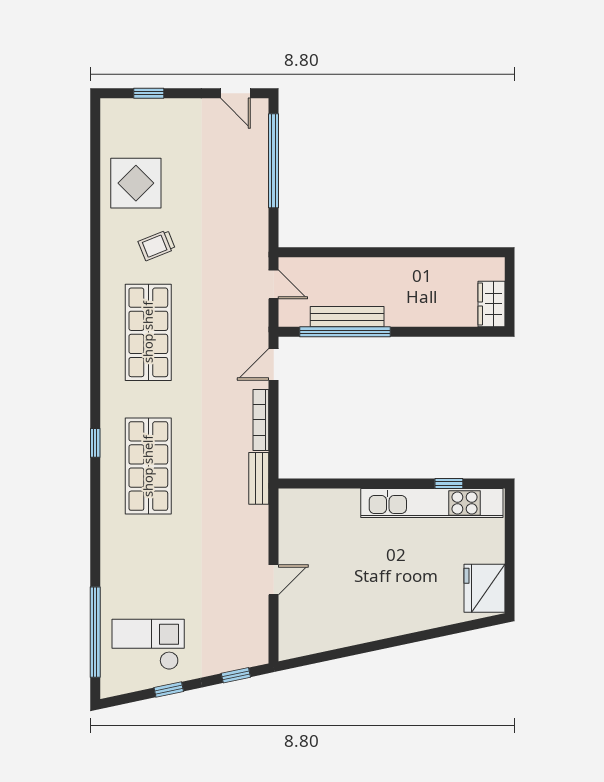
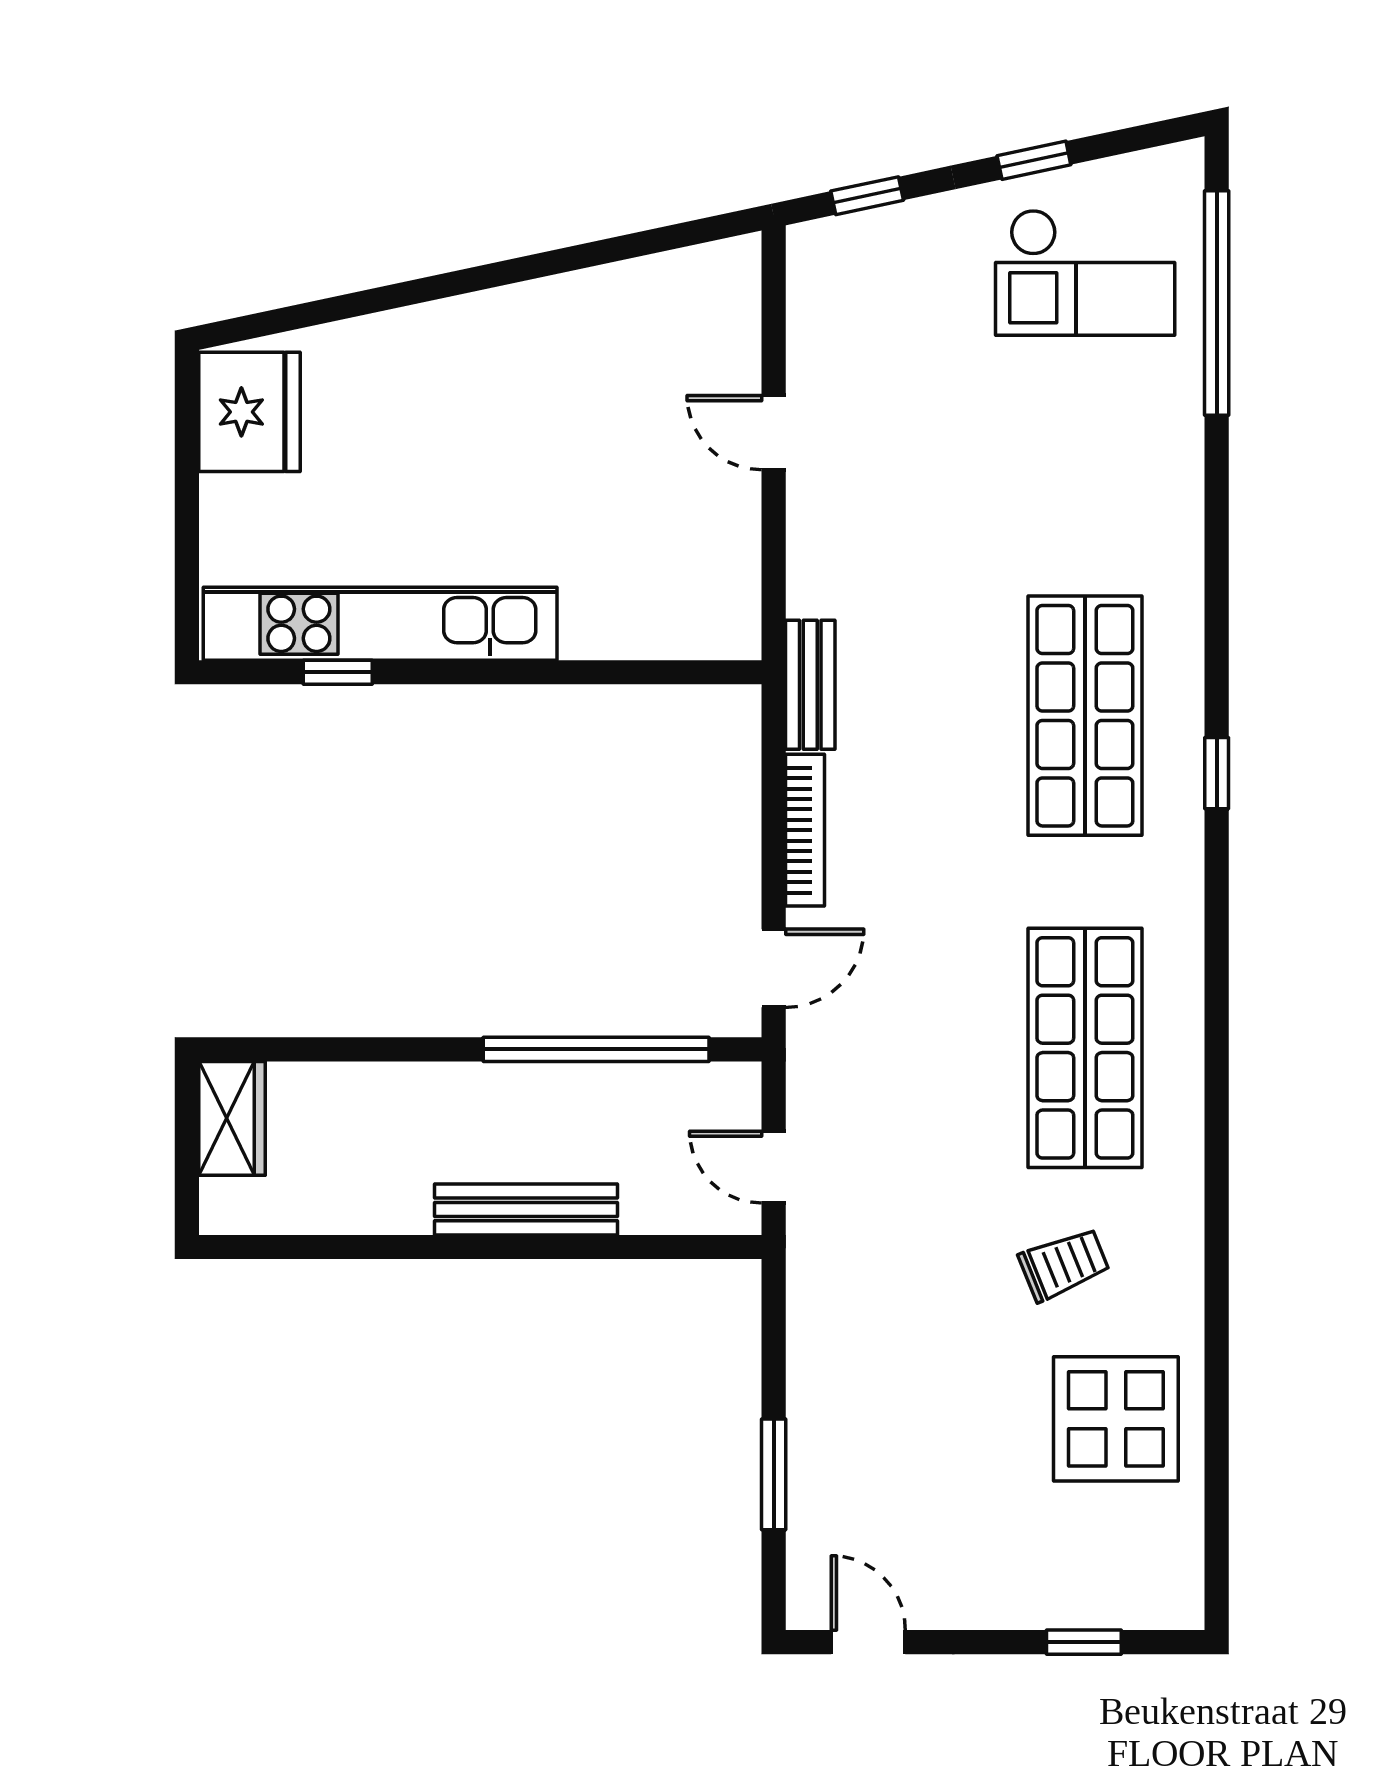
window: (274, 161) -> (774, 1474), width x0.47
bench: (347, 317) -> (526, 1209), moved
door: (274, 580) -> (774, 433), hinge flipped

